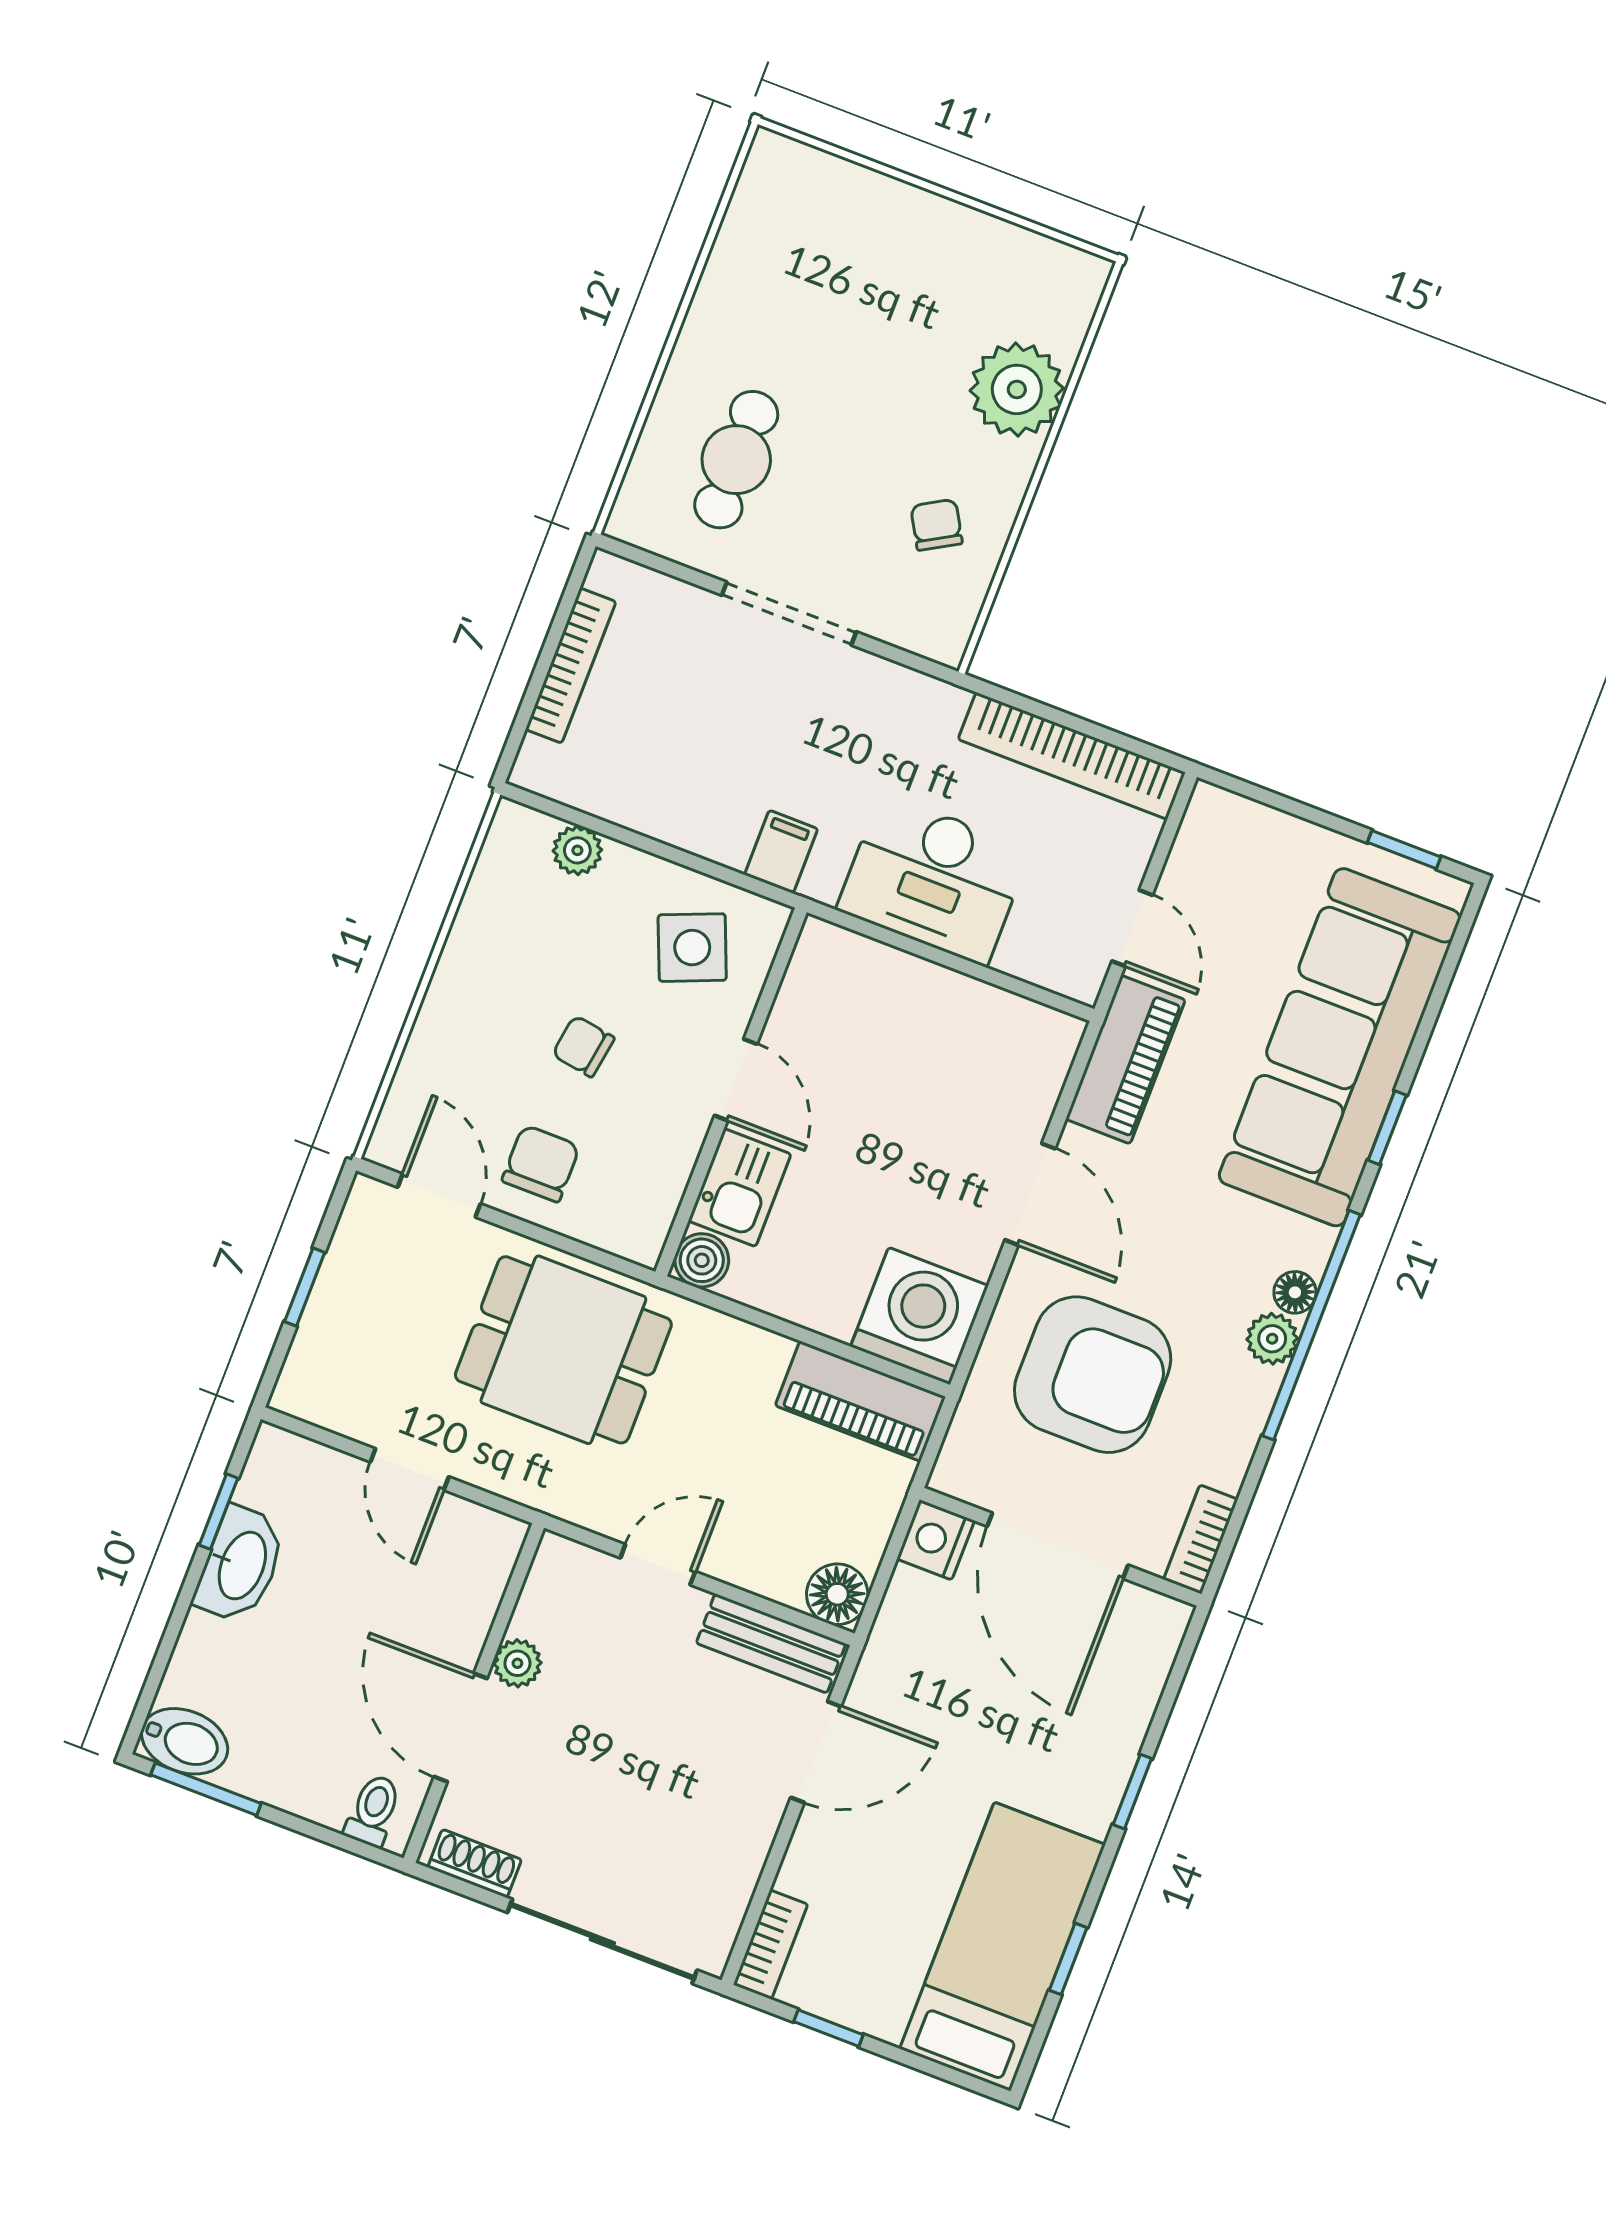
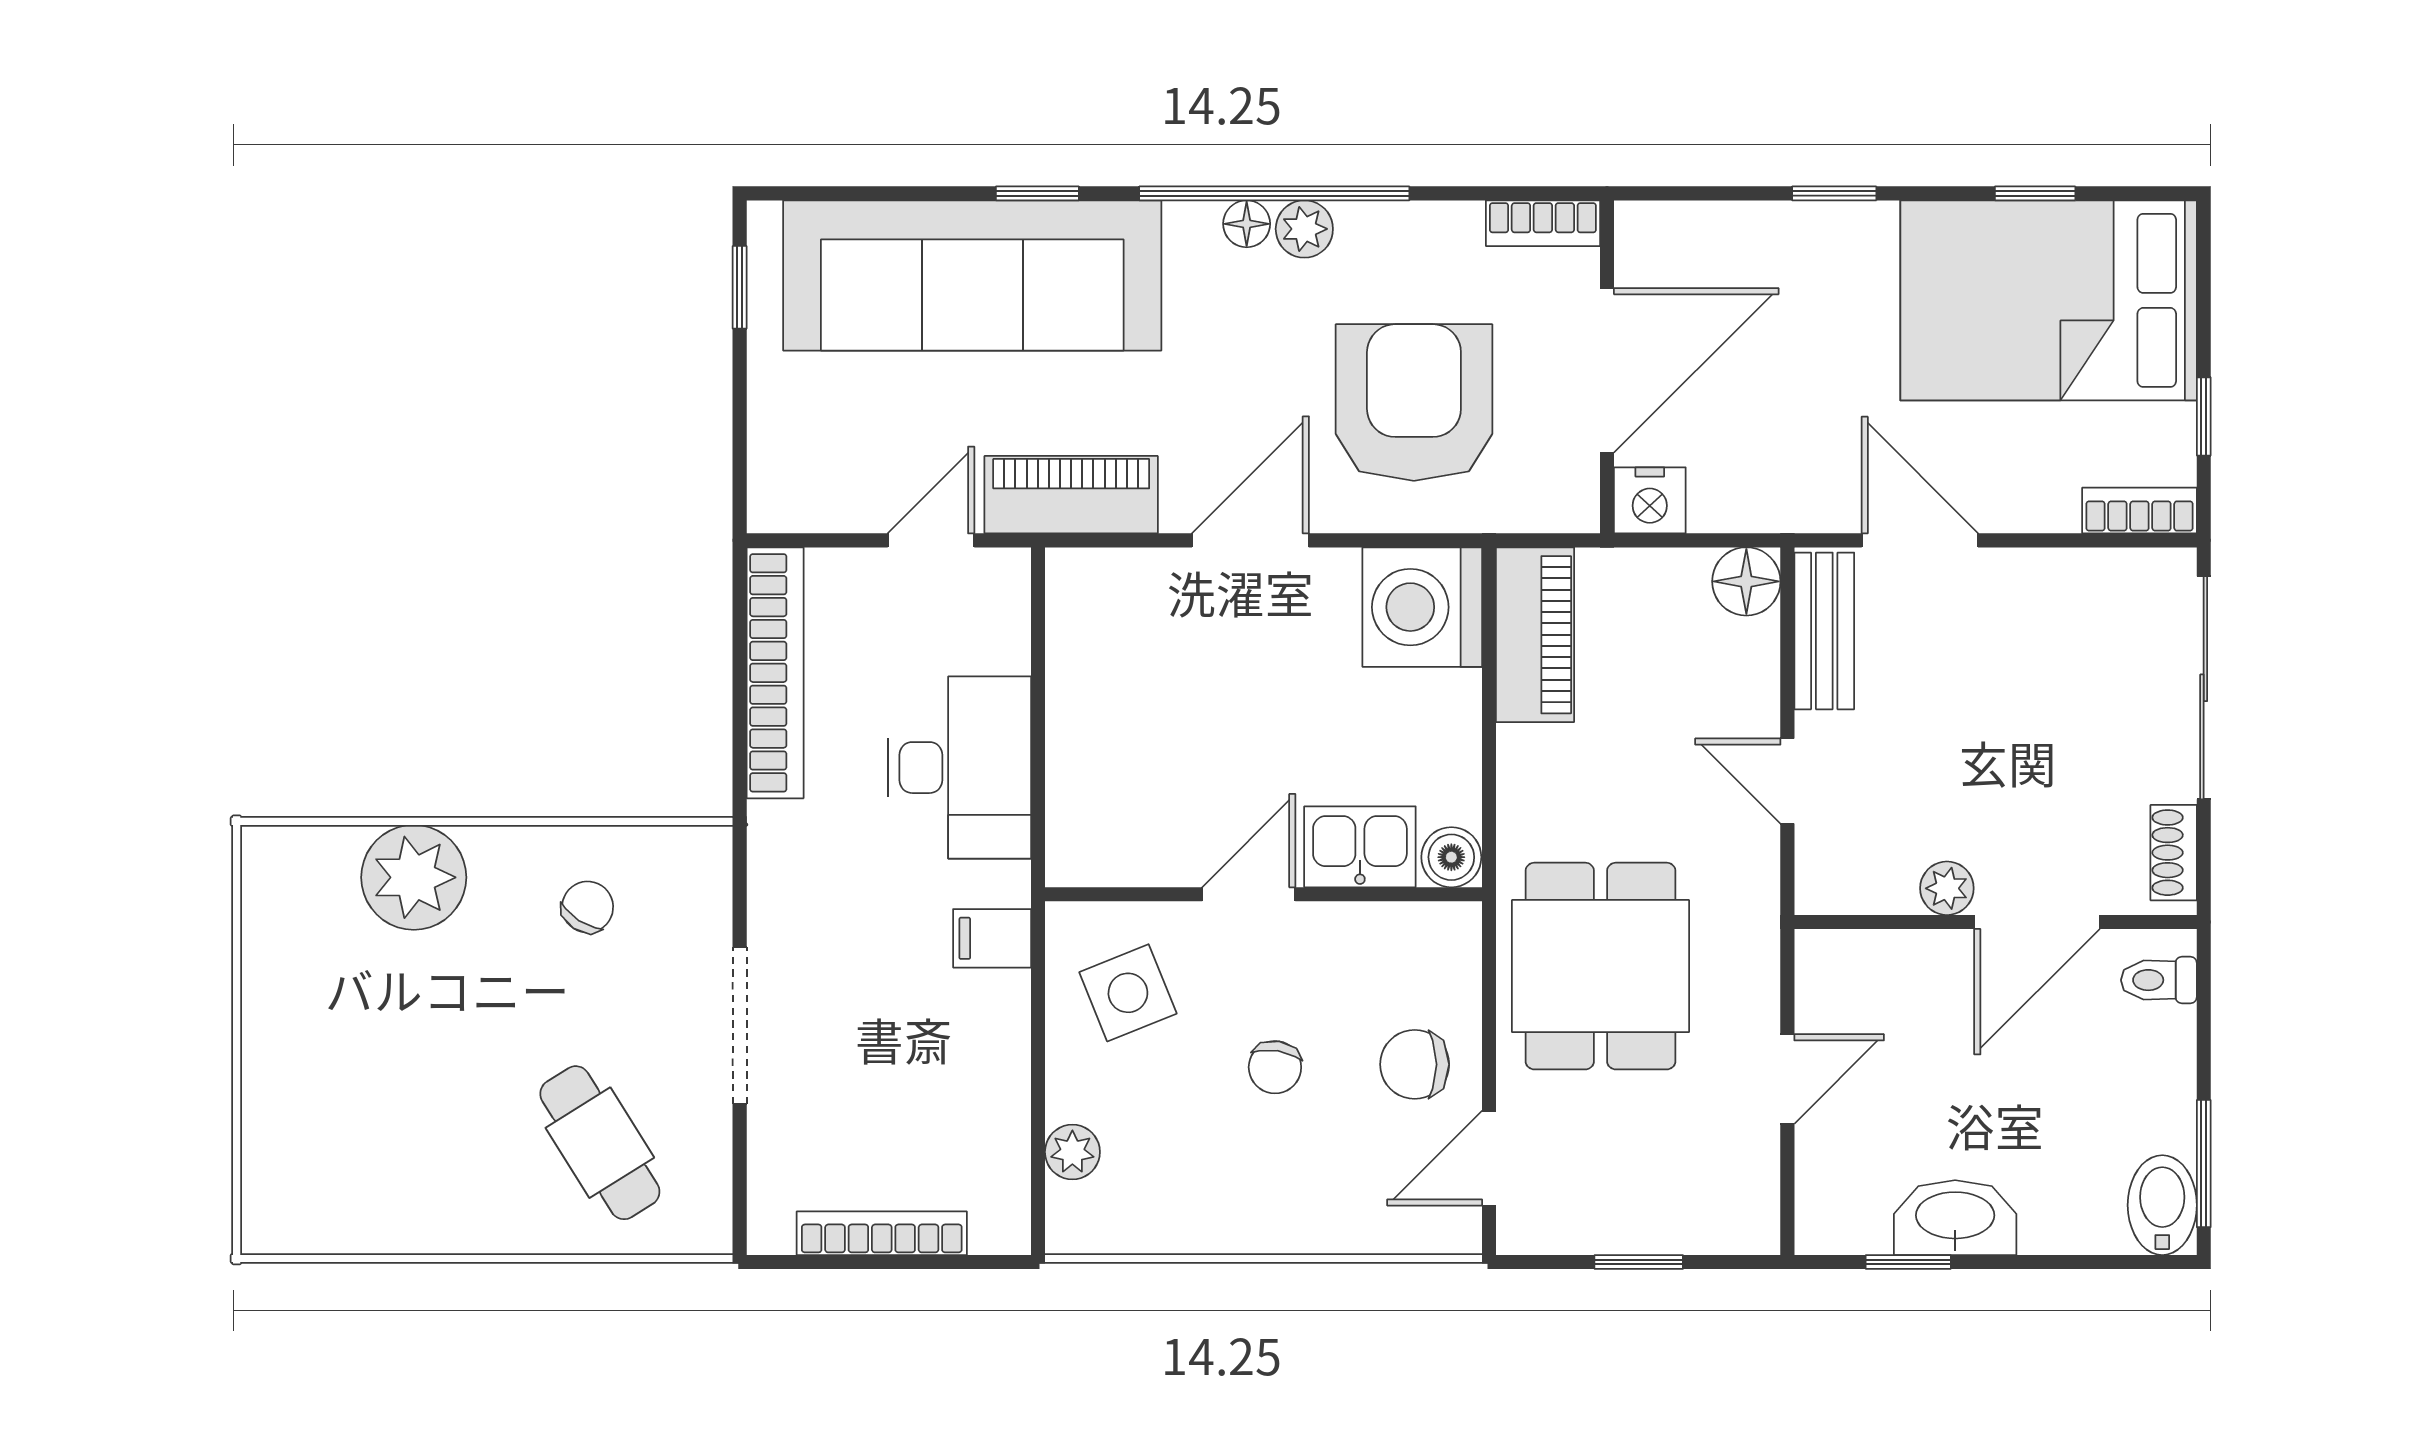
cafe table: (736, 460) -> (600, 1143), turned 58
chair: (937, 525) -> (588, 907), turned 153
bed: (1002, 1947) -> (2049, 300), width x1.50

